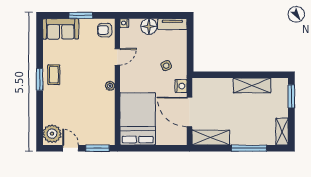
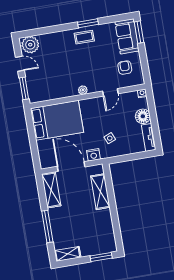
window: (81, 15) -> (139, 32), moved
armchair: (105, 30) -> (125, 68), moved
door: (117, 57) -> (110, 92), hinge flipped
window: (40, 79) -> (88, 23), moved
shelving: (252, 85) -> (100, 192), moved
door: (190, 112) -> (71, 167), hinge flipped
door: (71, 148) -> (20, 64), hinge flipped

